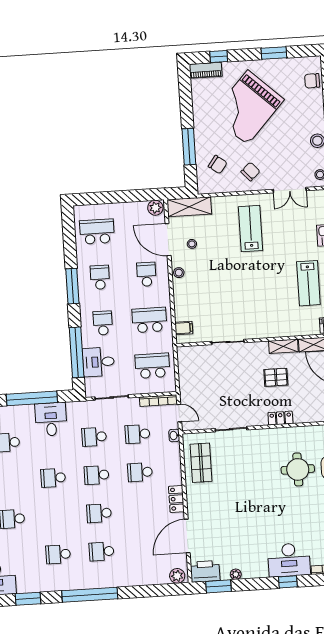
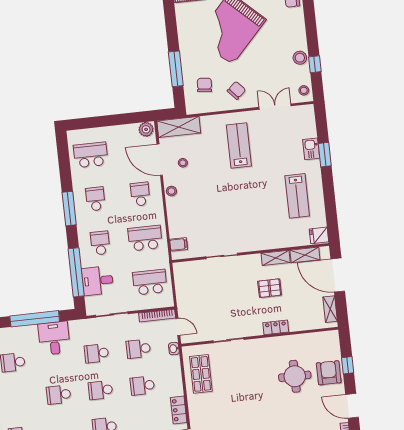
chair: (218, 165) -> (204, 85), turned -122
double door: (290, 190) -> (275, 107), swing flipped

